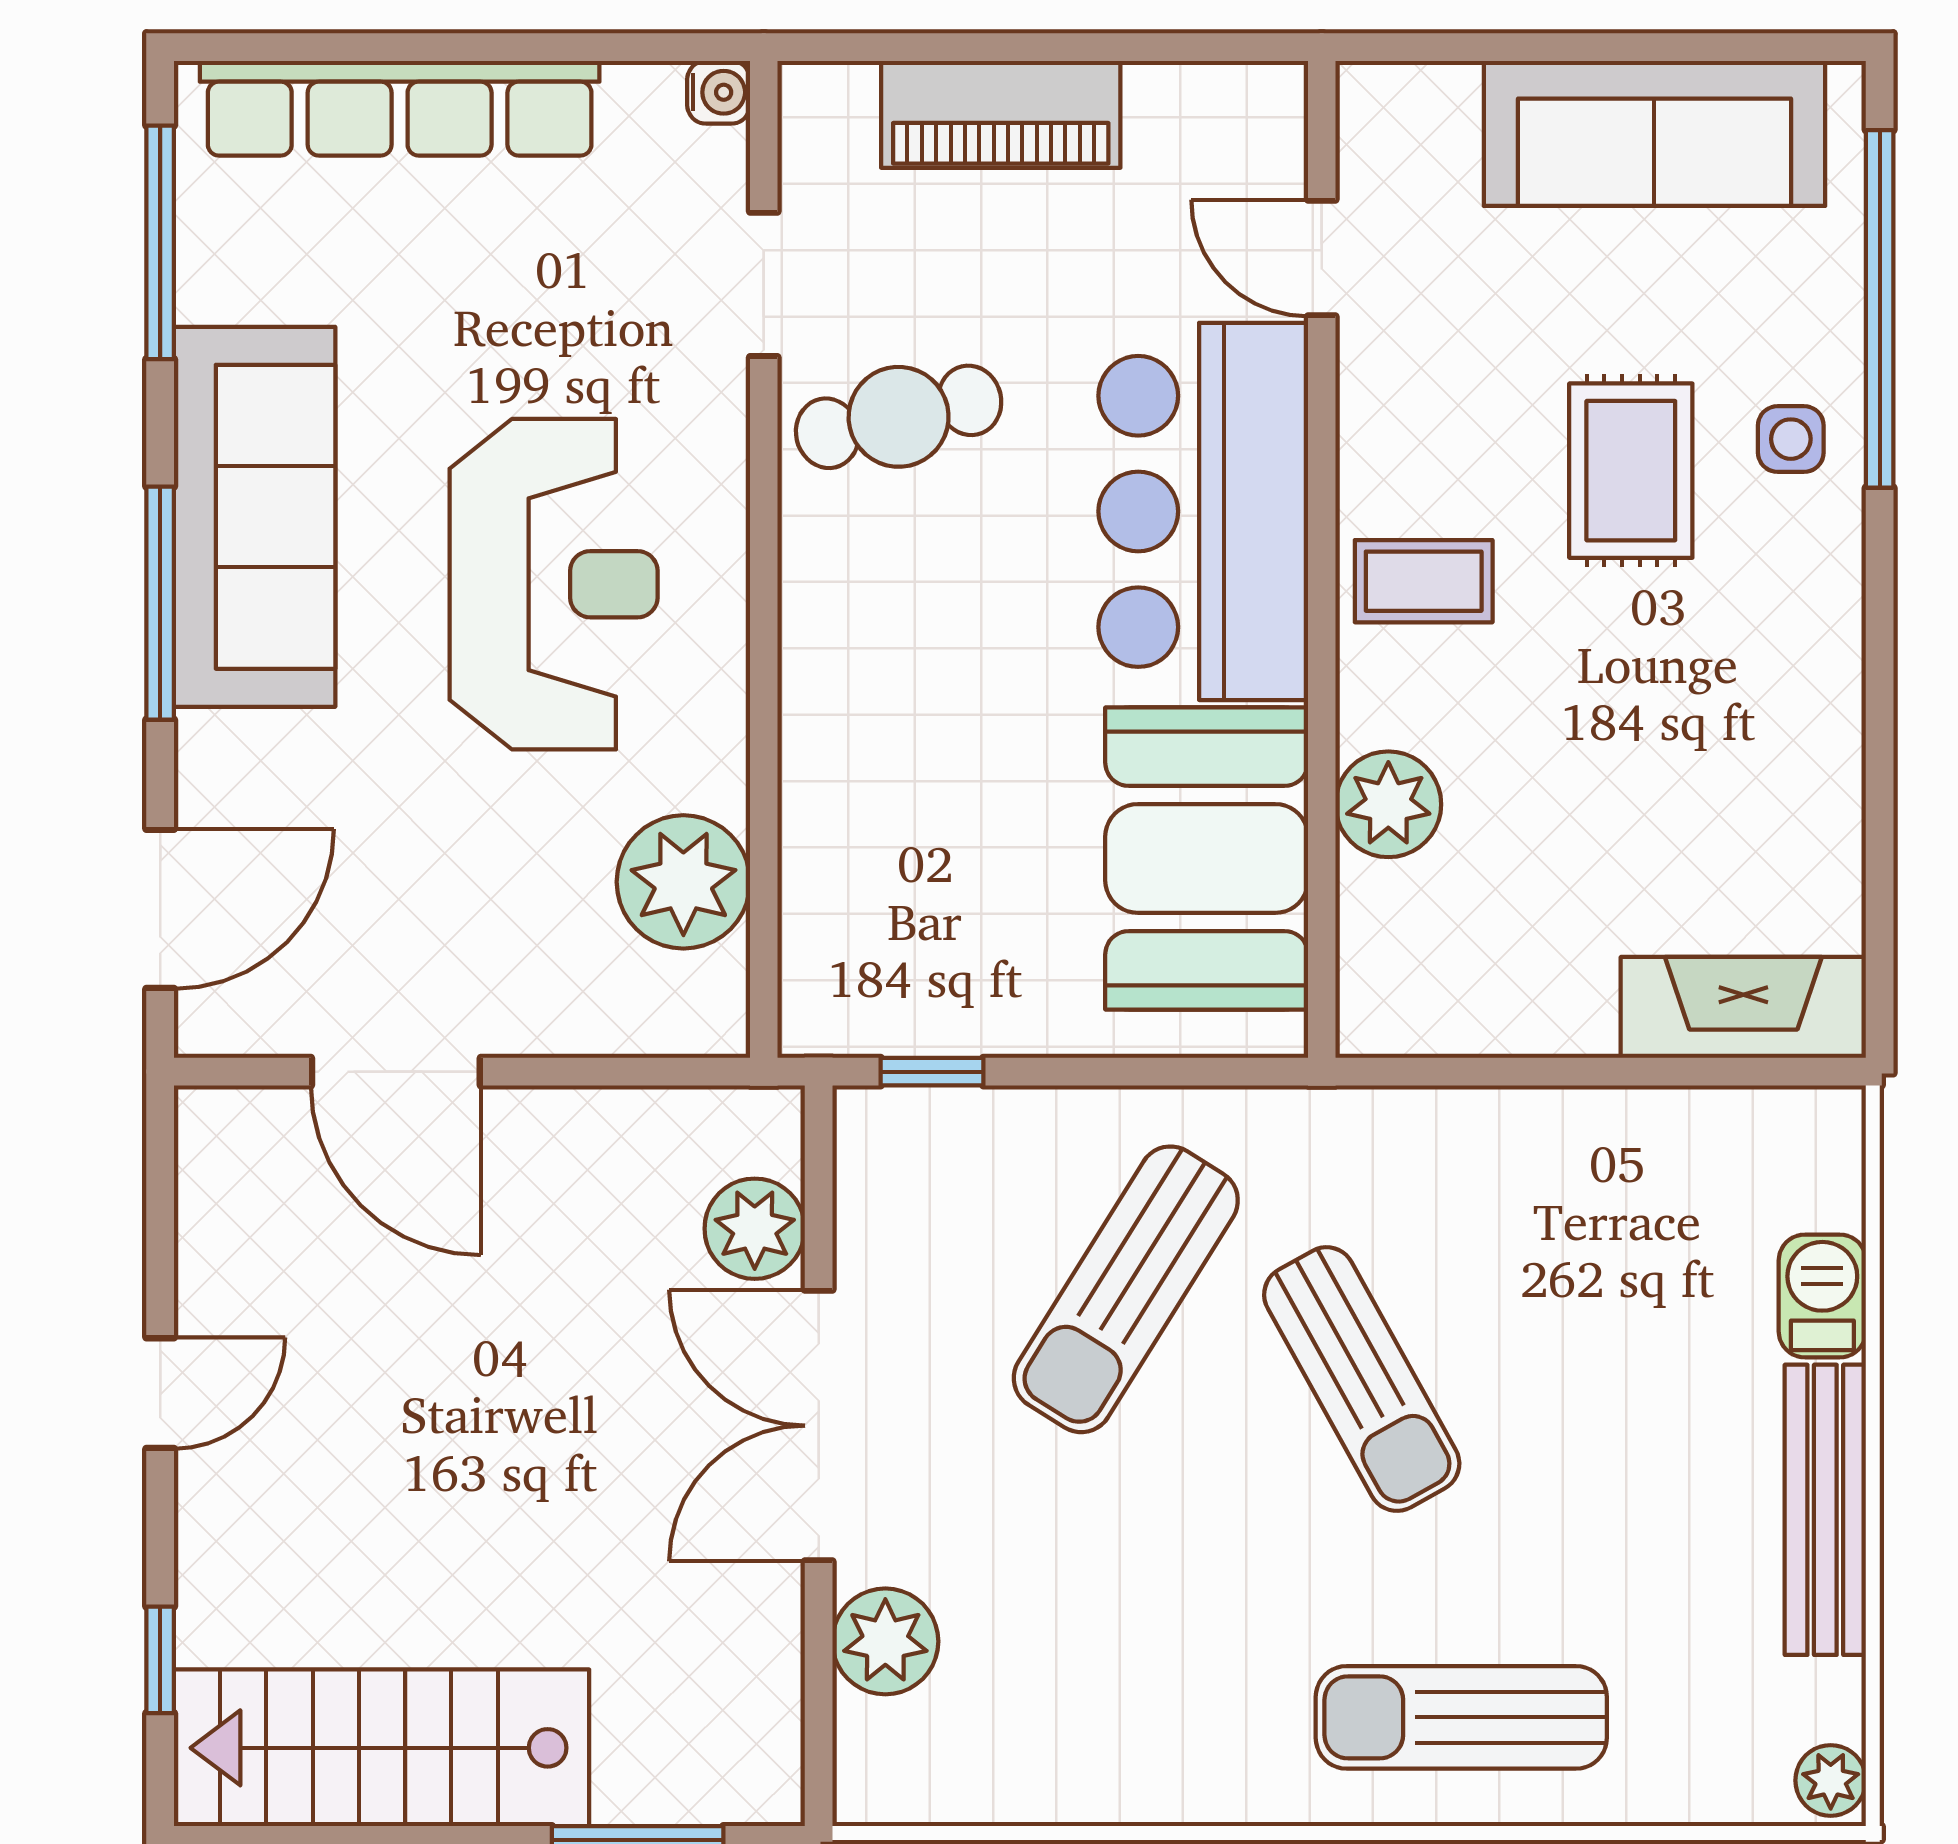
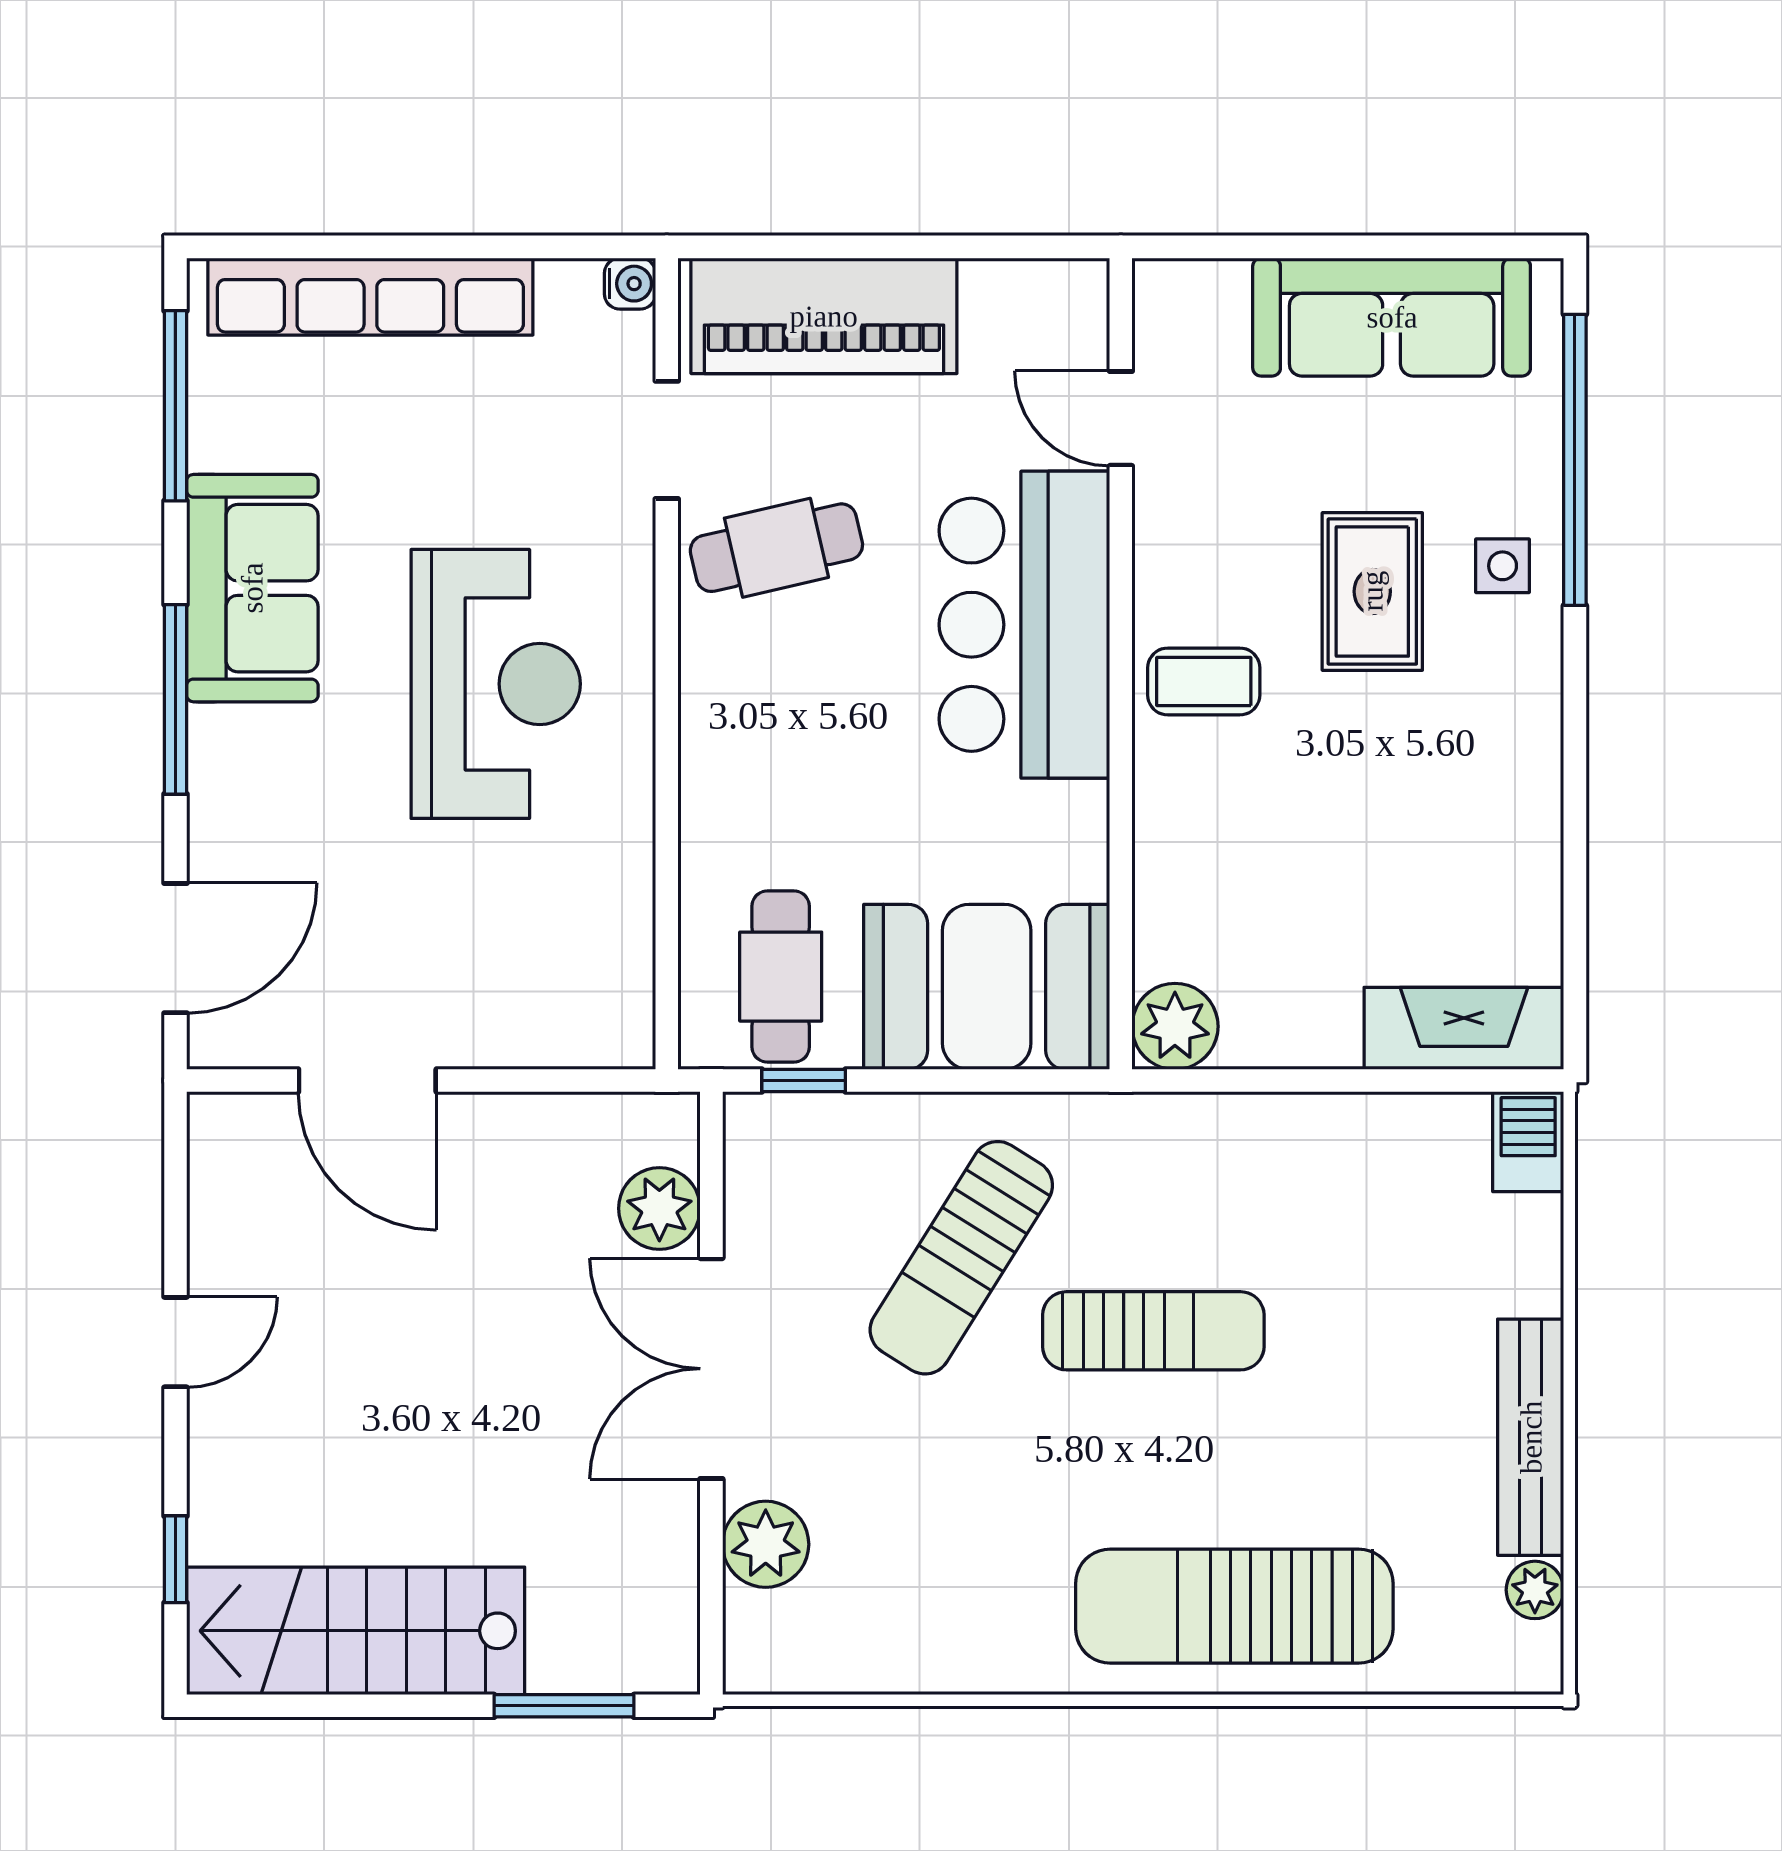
piano: (1001, 114) -> (824, 316), width x1.37, depth x1.33
sofa: (255, 517) -> (252, 588), width x0.73
plant: (1388, 804) -> (1175, 1026), moved
booth: (1207, 858) -> (987, 987), moved, turned 90
plant: (683, 882) -> (601, 926), removed
cafe table: (904, 944) -> (781, 977), added
barbecue: (1822, 1296) -> (1528, 1142), moved
sun lounger: (1362, 1379) -> (1153, 1331), turned -61
sun lounger: (1461, 1717) -> (1234, 1606), width x1.36, depth x1.34
plant: (1831, 1780) -> (1535, 1590), moved

